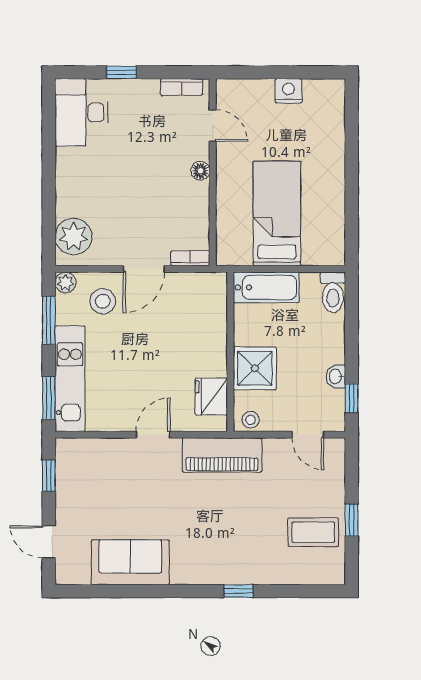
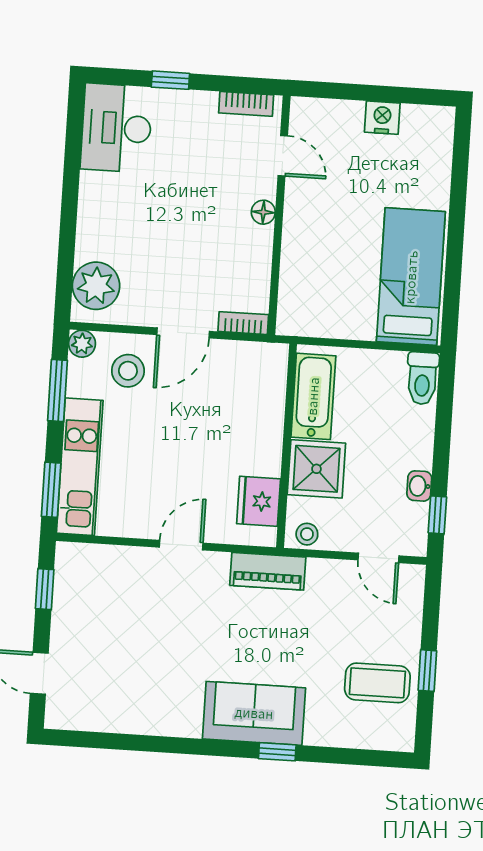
bed: (277, 214) -> (411, 277), moved
bathtub: (266, 287) -> (313, 396), moved, turned -90
piano: (222, 455) -> (268, 571), width x0.73, depth x0.75
sofa: (130, 562) -> (254, 713), moved

